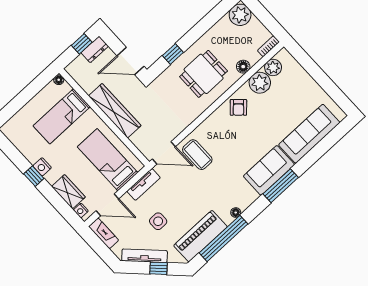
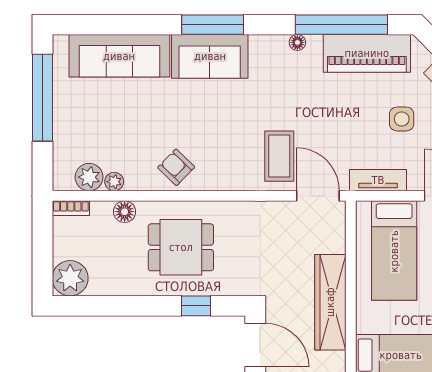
plant: (260, 83) -> (114, 182), width x0.53, depth x0.53
window: (326, 84) -> (42, 98), added
armchair: (238, 107) -> (176, 167), turned -89

